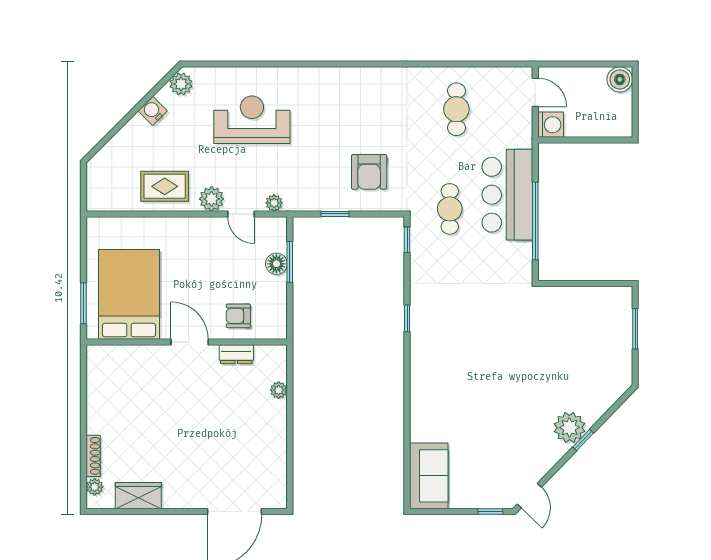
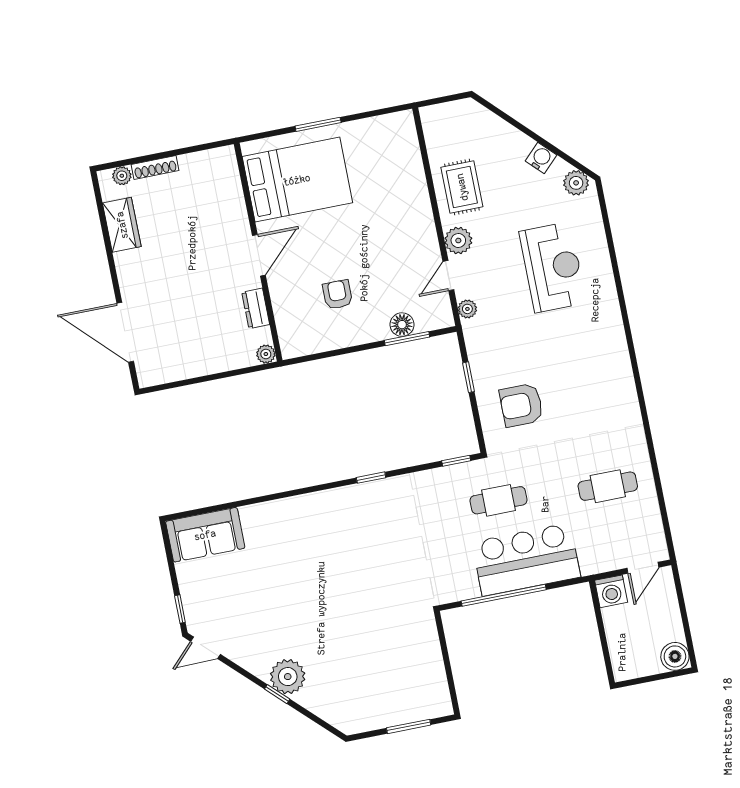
bed: (129, 294) -> (297, 180), moved
wall: (187, 342) -> (258, 252), moved
door: (190, 342) -> (259, 255), moved
dresser: (236, 354) -> (256, 308), moved

